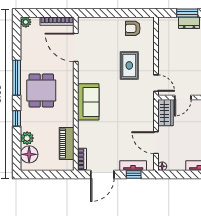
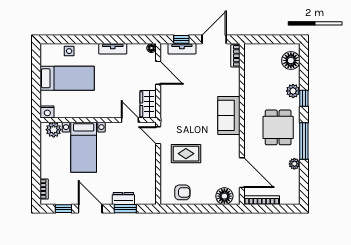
plant: (26, 22) -> (294, 164), moved
floor lamp: (93, 25) -> (224, 196), added
rug: (129, 65) -> (186, 154), turned 90
door: (183, 98) -> (130, 120), hinge flipped
plant: (27, 138) -> (293, 91), moved
piano: (67, 143) -> (252, 72), removed

